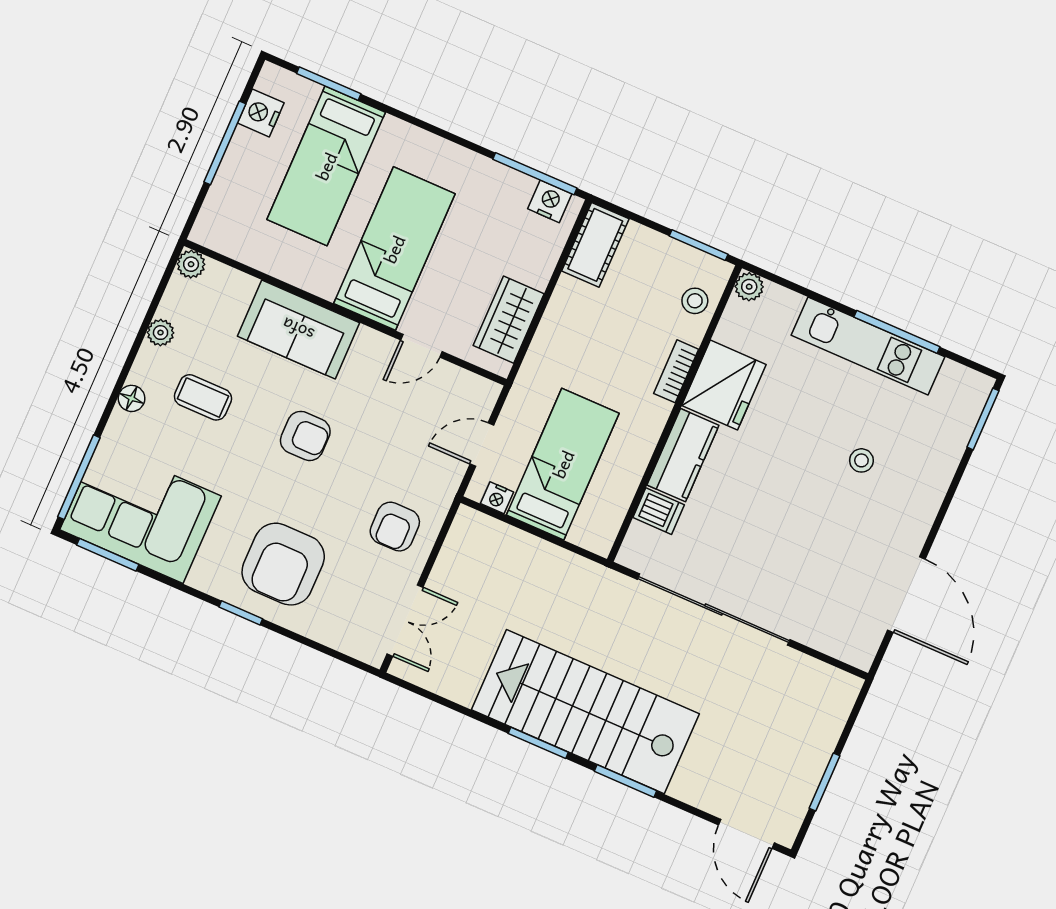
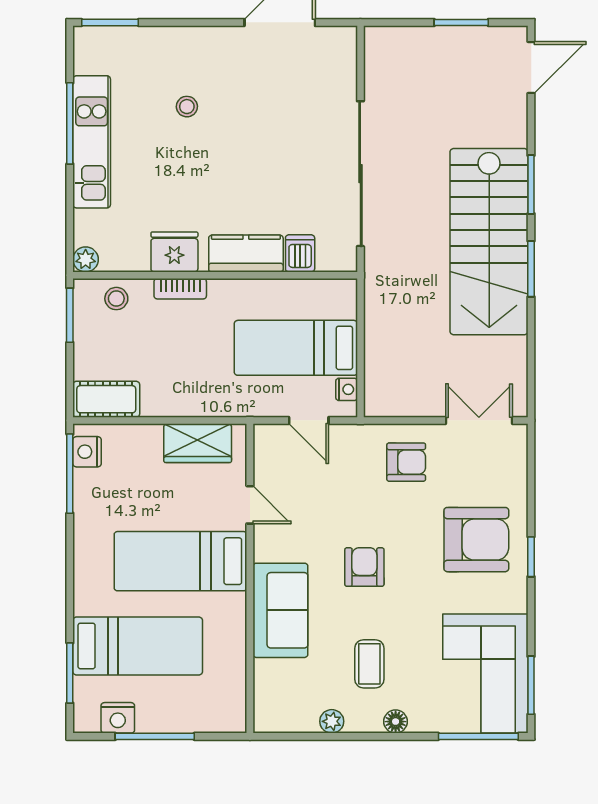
plant: (191, 264) -> (265, 721), removed
fridge: (724, 385) -> (174, 252), width x0.73, depth x0.75

